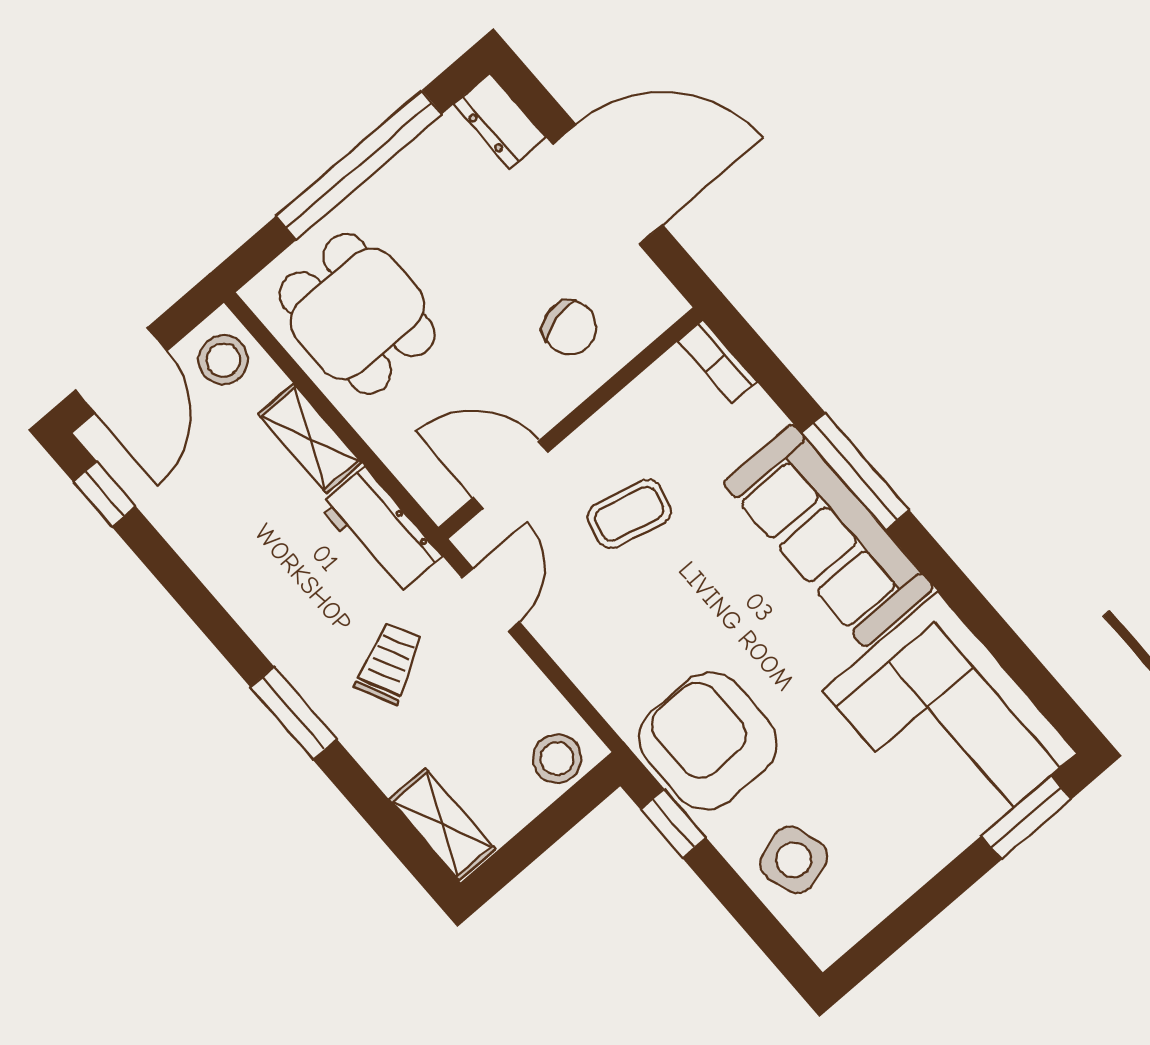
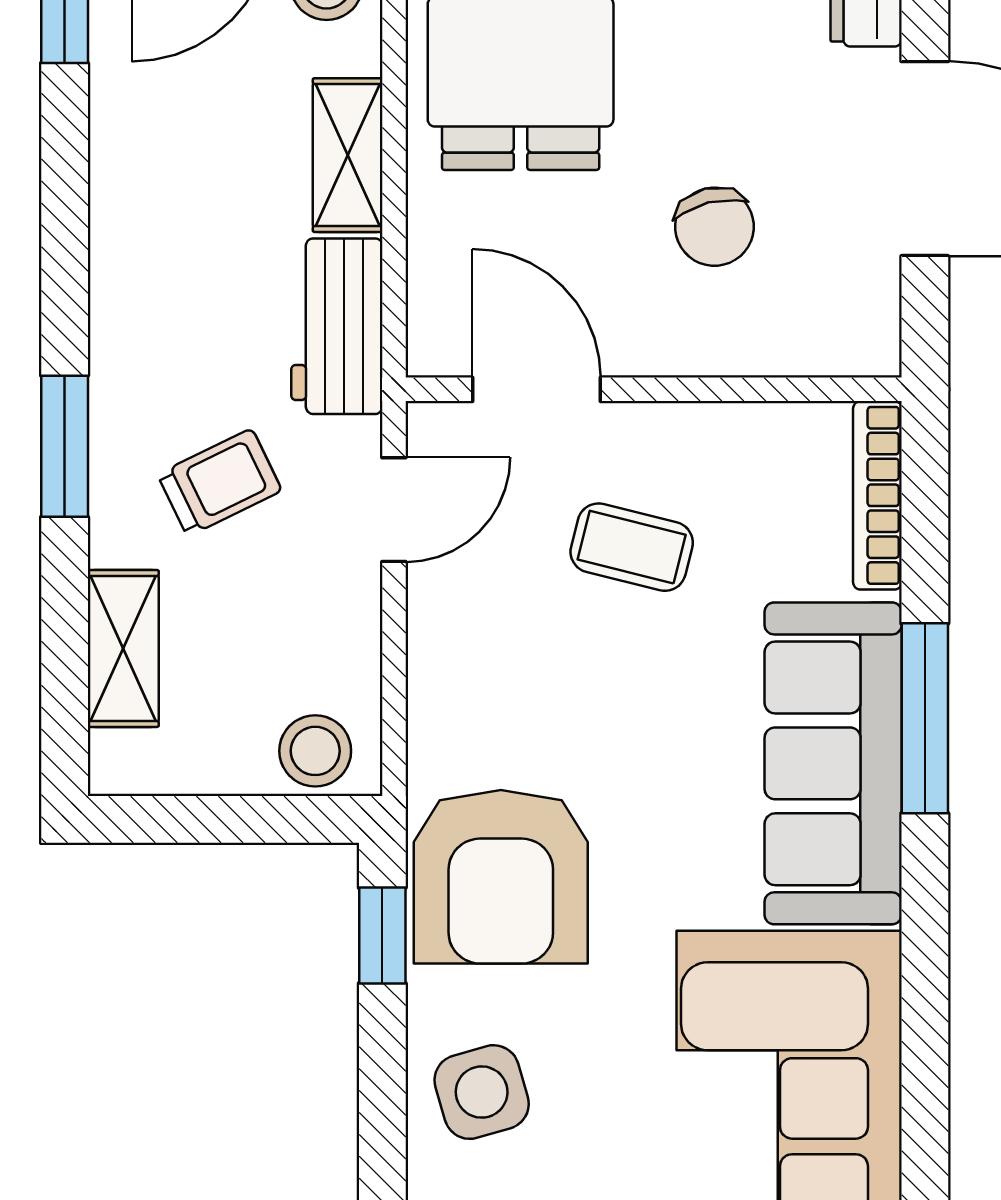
chair: (570, 328) -> (714, 227), moved
bookcase: (717, 361) -> (877, 495), width x1.56
armchair: (708, 741) -> (501, 877), turned 180
shelving: (442, 824) -> (123, 648), moved

